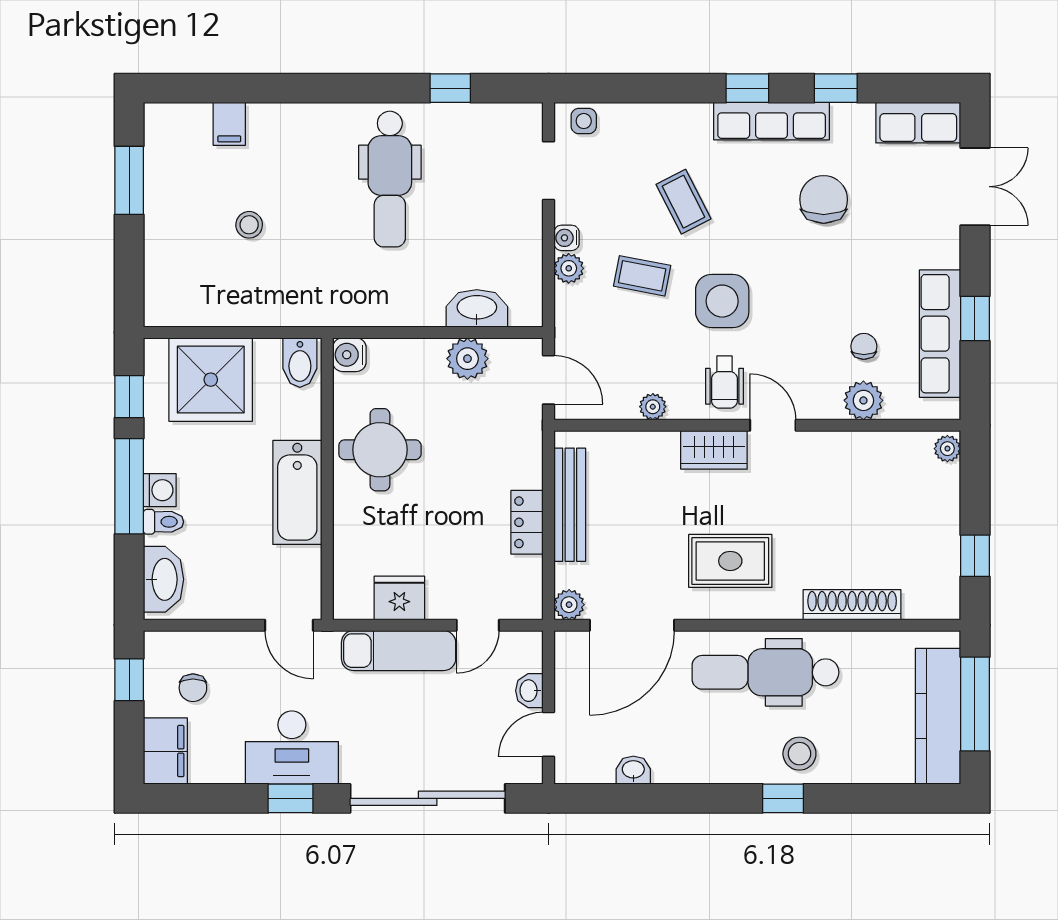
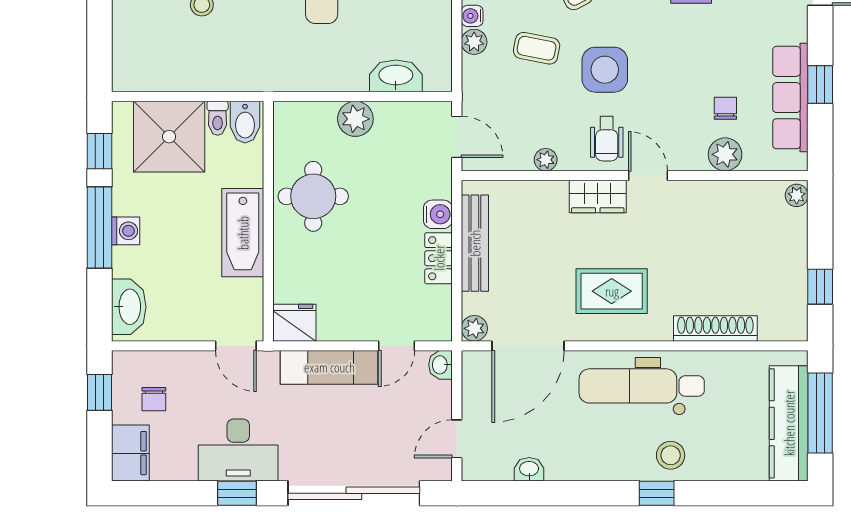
water cooler: (349, 355) -> (438, 214), moved, turned 180
plant: (467, 359) -> (355, 119), moved
toilet: (163, 522) -> (218, 118), moved, turned 90
fridge: (399, 598) -> (294, 323), moved
washbasin: (529, 691) -> (441, 365), moved

